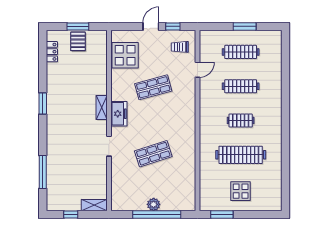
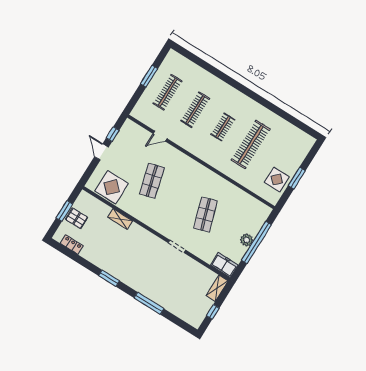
trolley: (180, 47) -> (133, 139), removed
door: (198, 70) -> (160, 136), swing flipped
shelving: (102, 107) -> (120, 219), moved
freezer: (119, 114) -> (224, 265), moved
window: (43, 172) -> (149, 303), moved
display table: (241, 191) -> (277, 179), moved
window: (222, 215) -> (297, 178), moved

